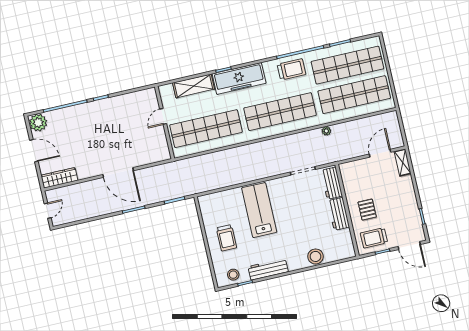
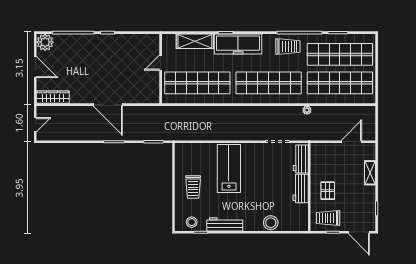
shelving: (403, 163) -> (370, 173), moved

